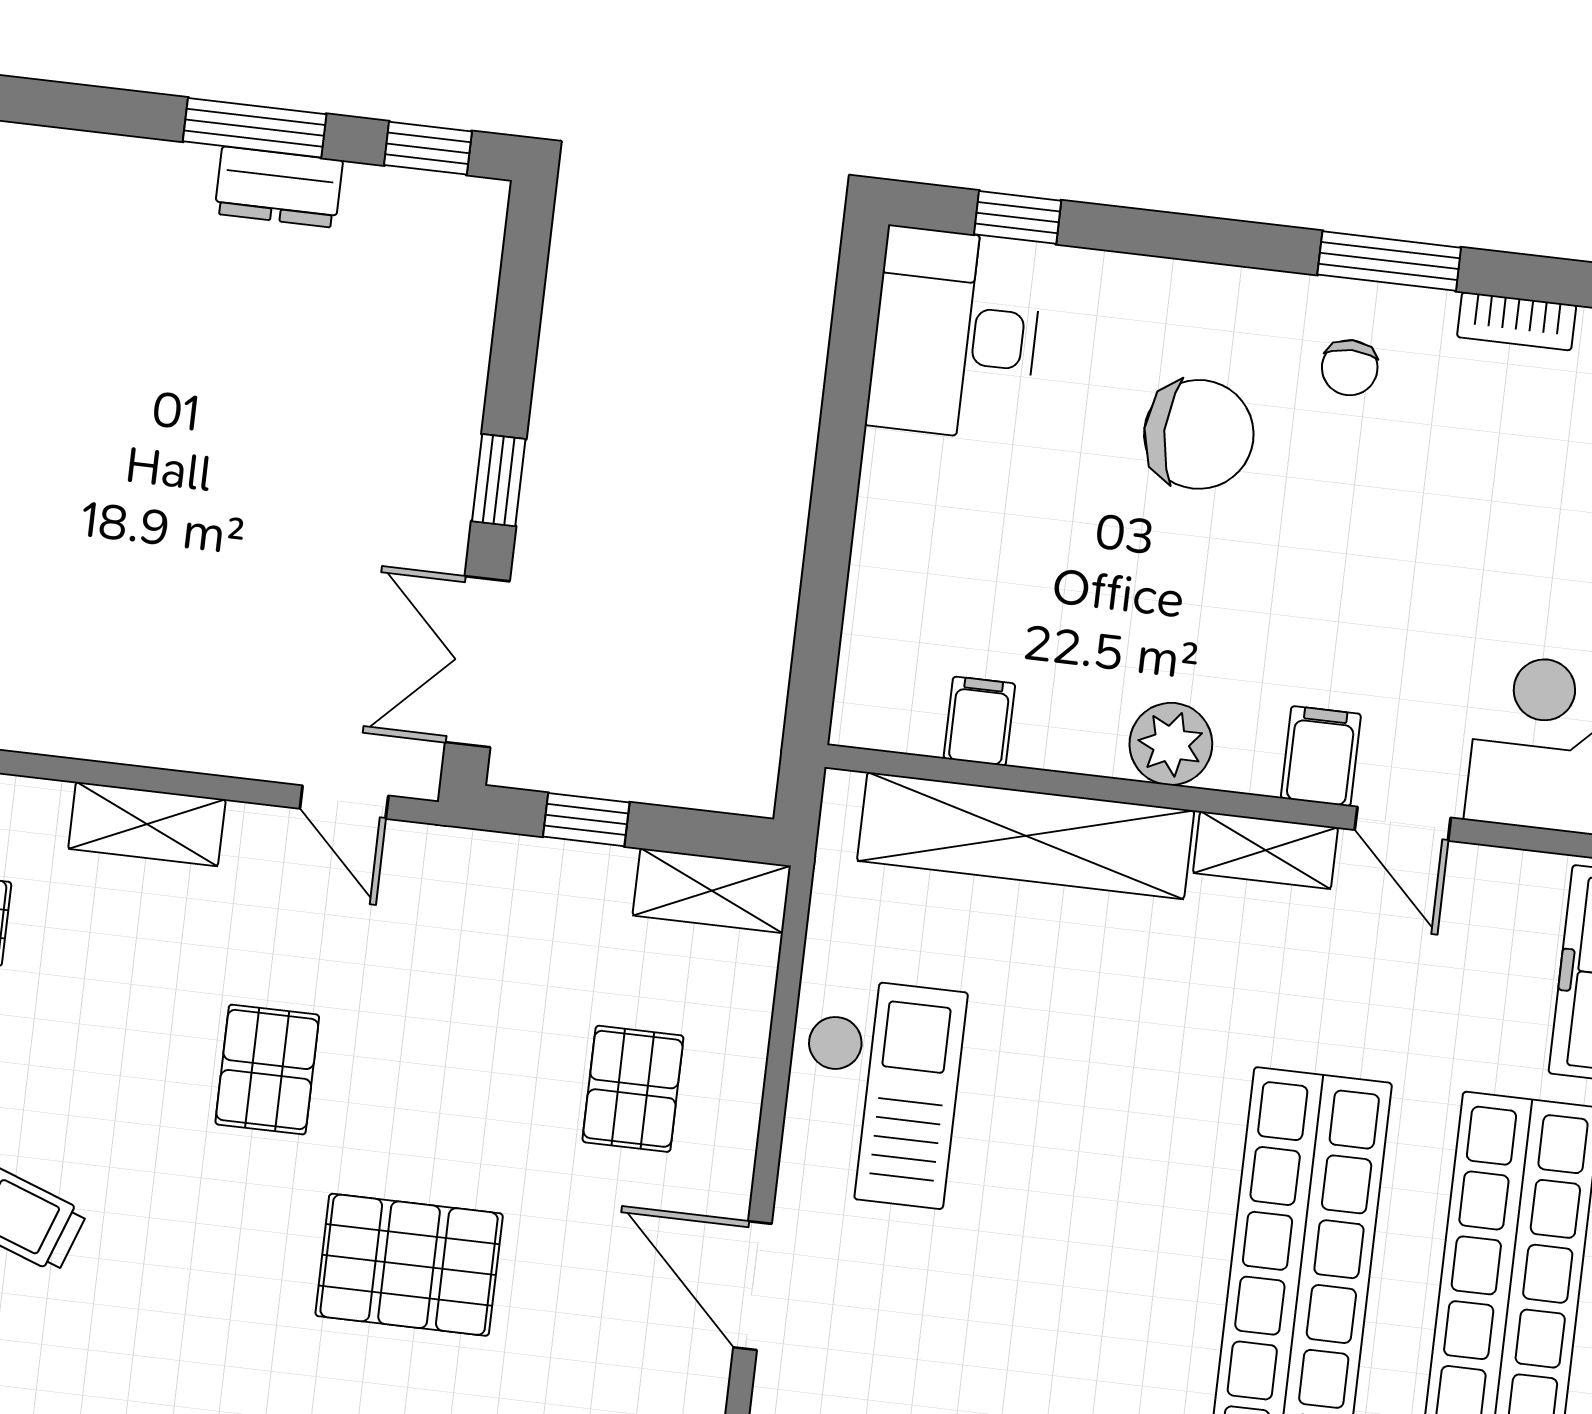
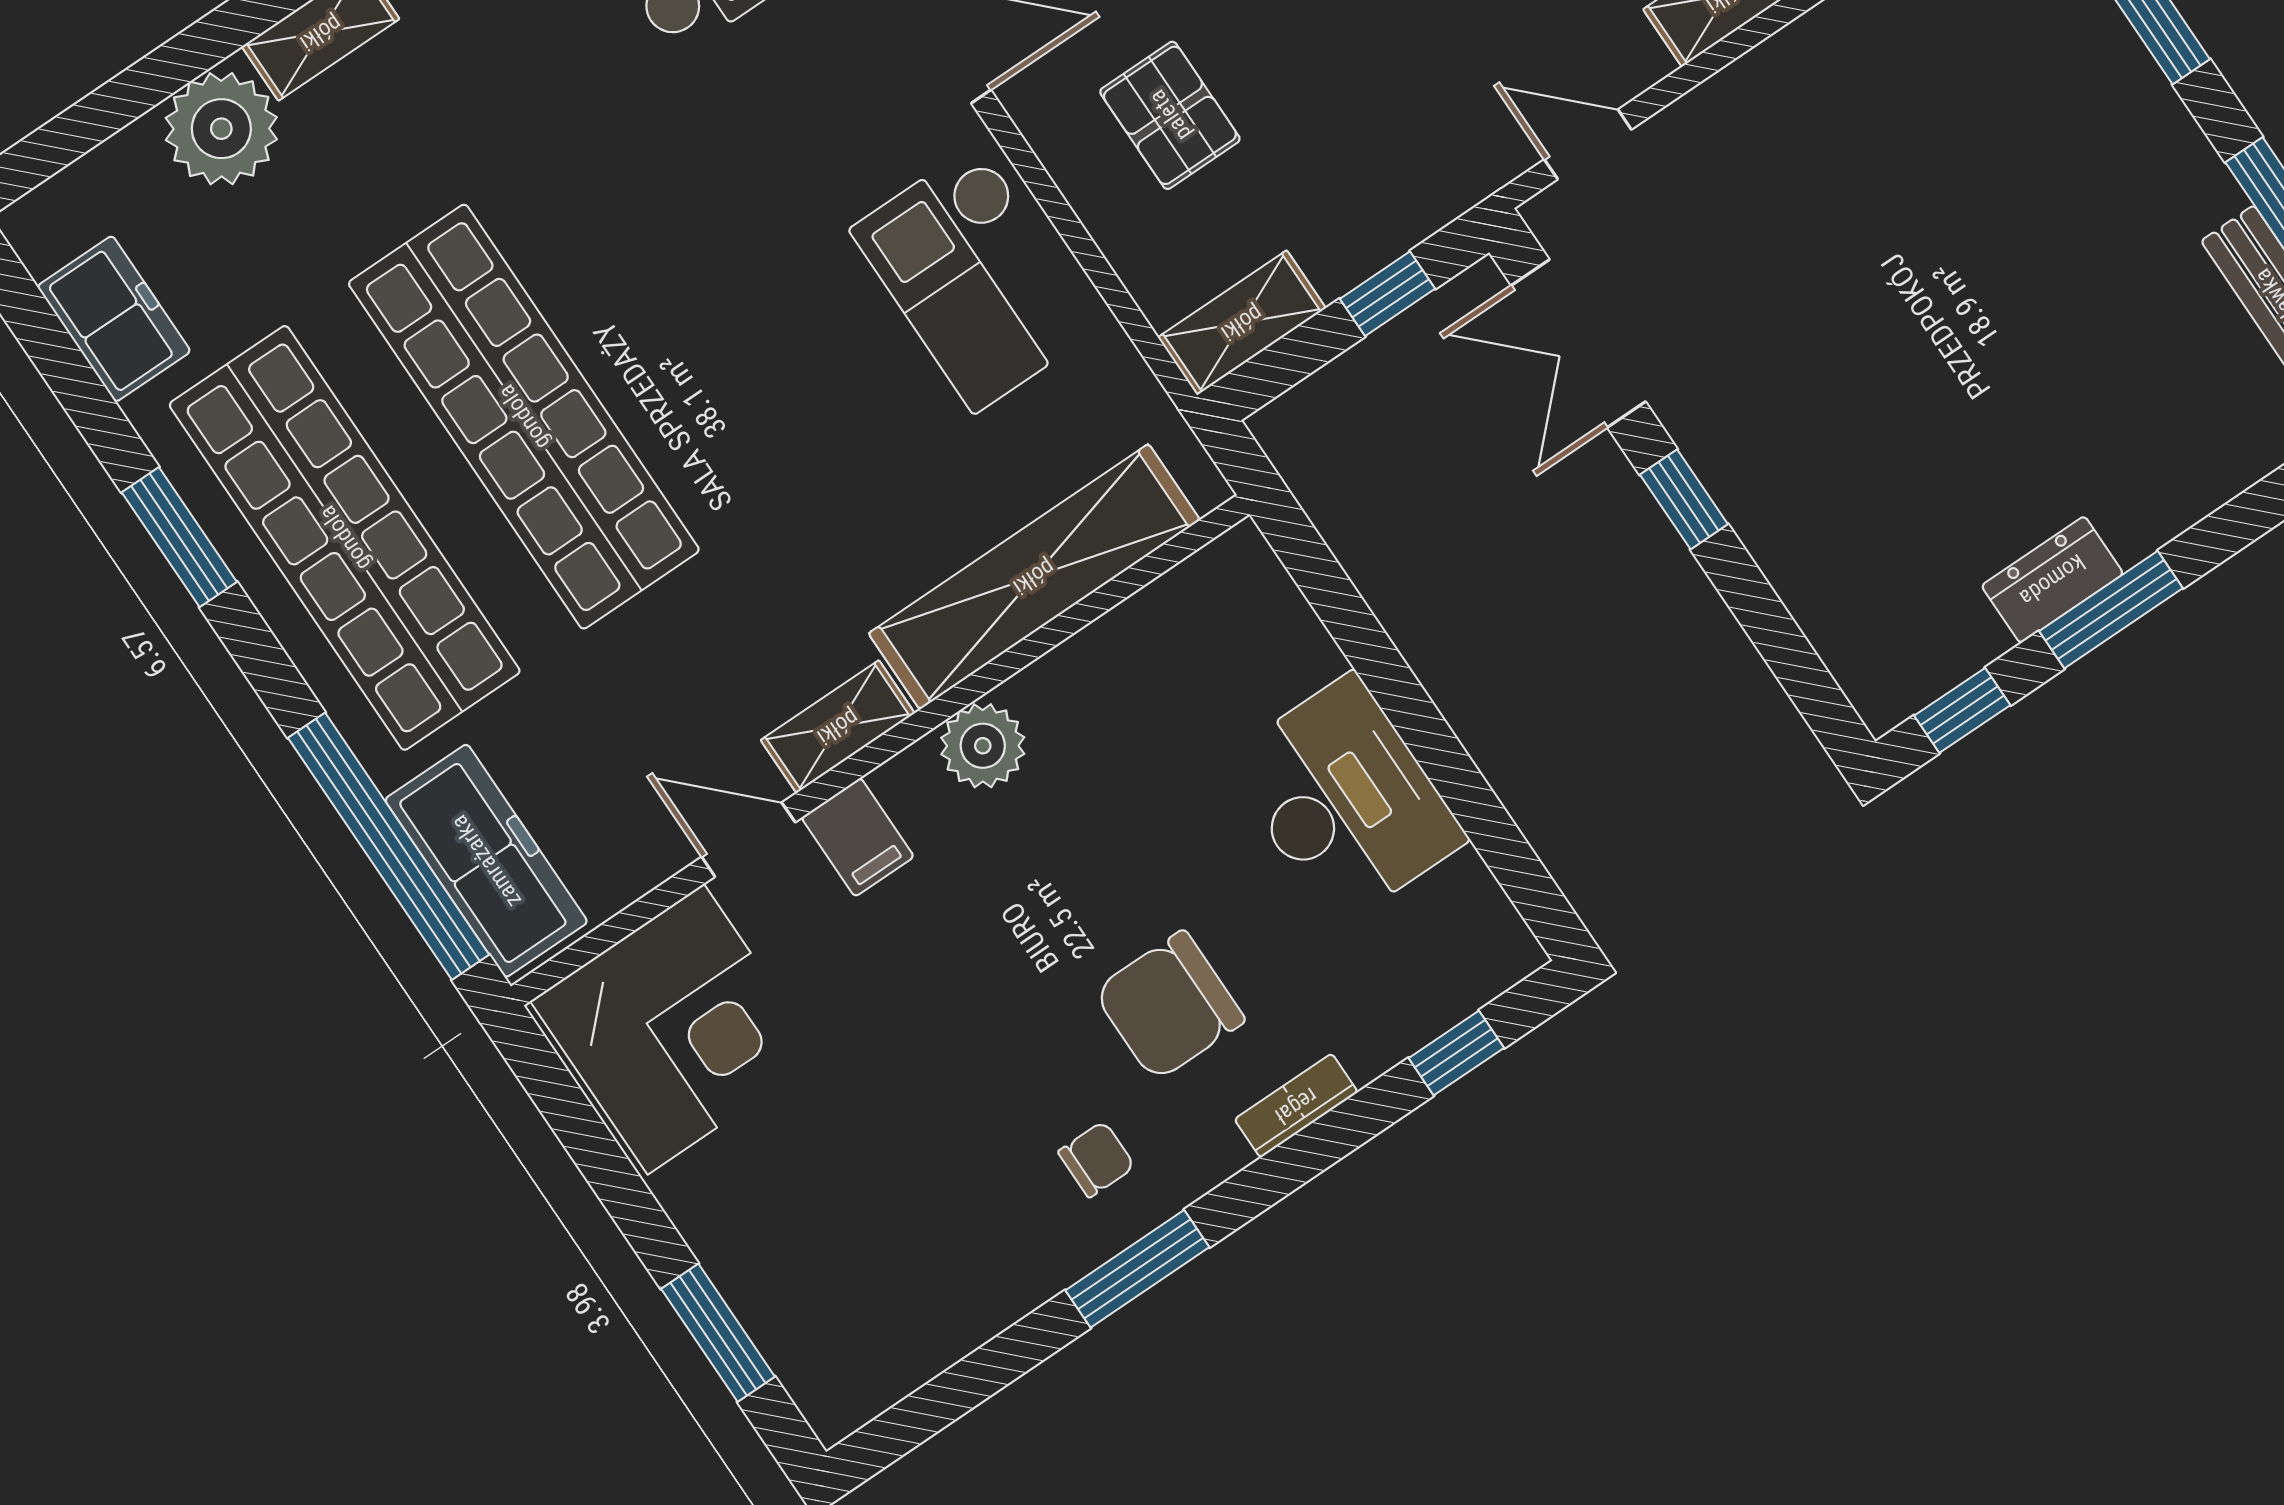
bookcase: (1517, 321) -> (1296, 1106), moved
desk: (955, 334) -> (1345, 800), moved
chair: (1350, 368) -> (1096, 1159), turned 90
double door: (477, 662) -> (1578, 344), swing flipped
filing cabinet: (979, 721) -> (1147, 635), removed

